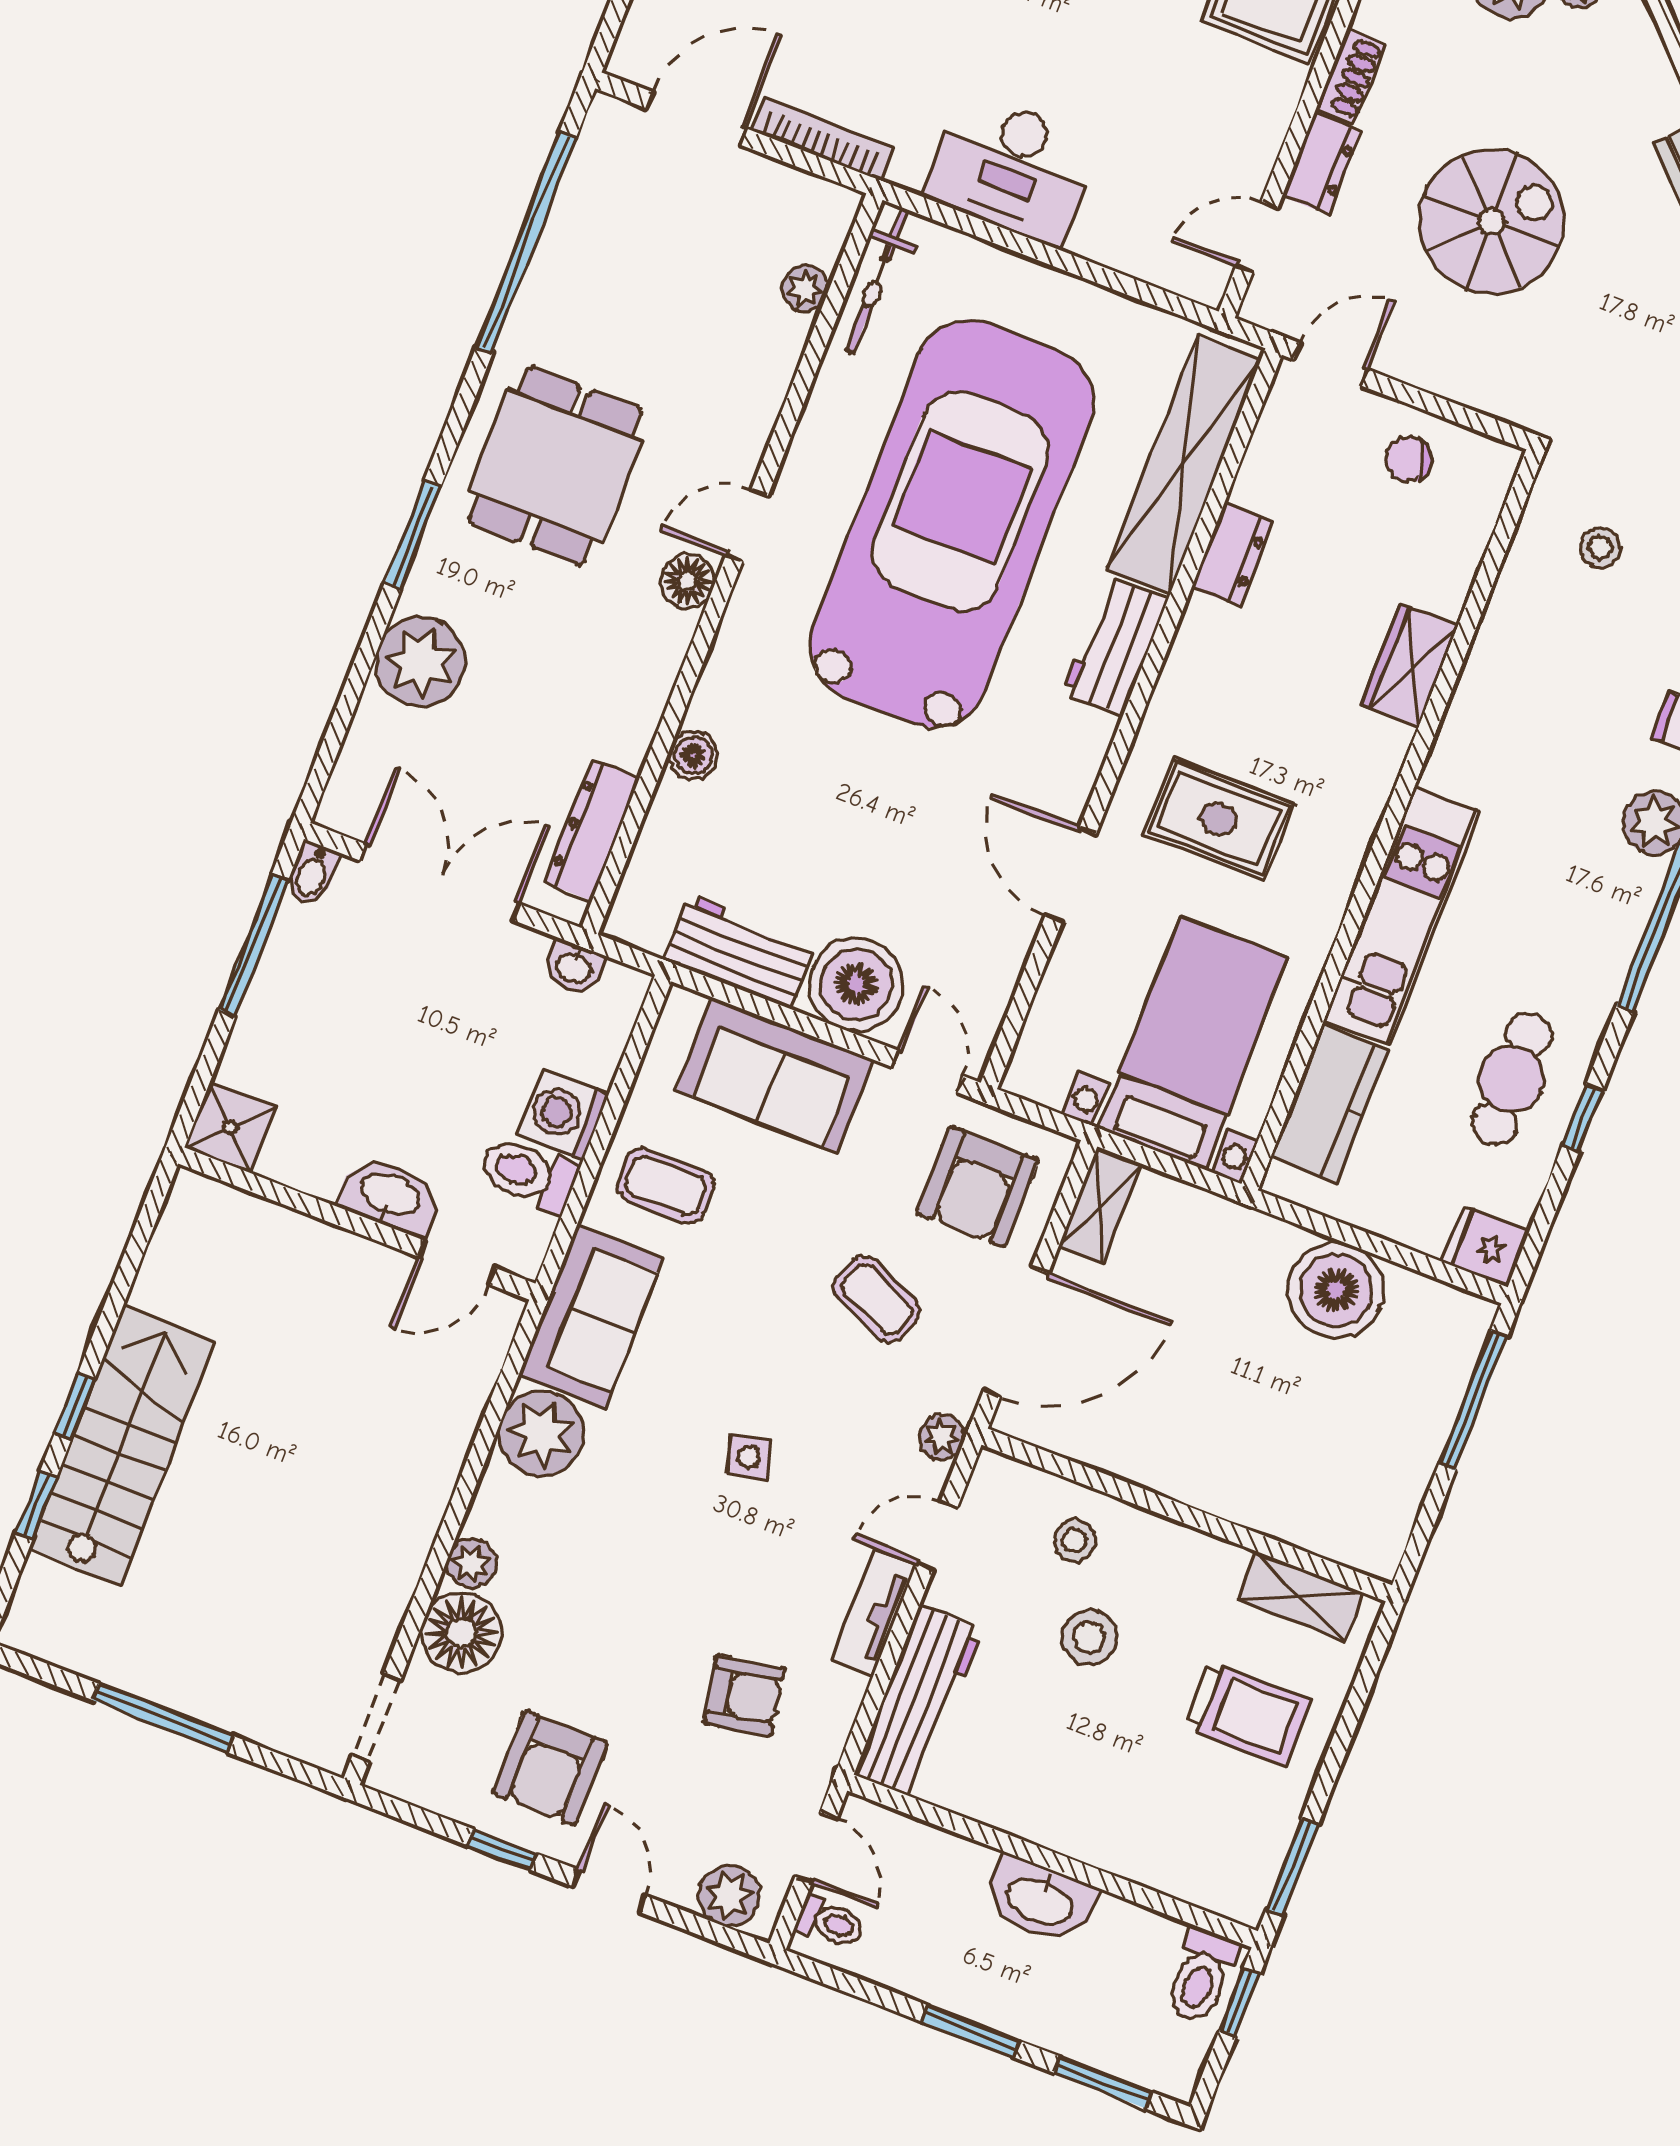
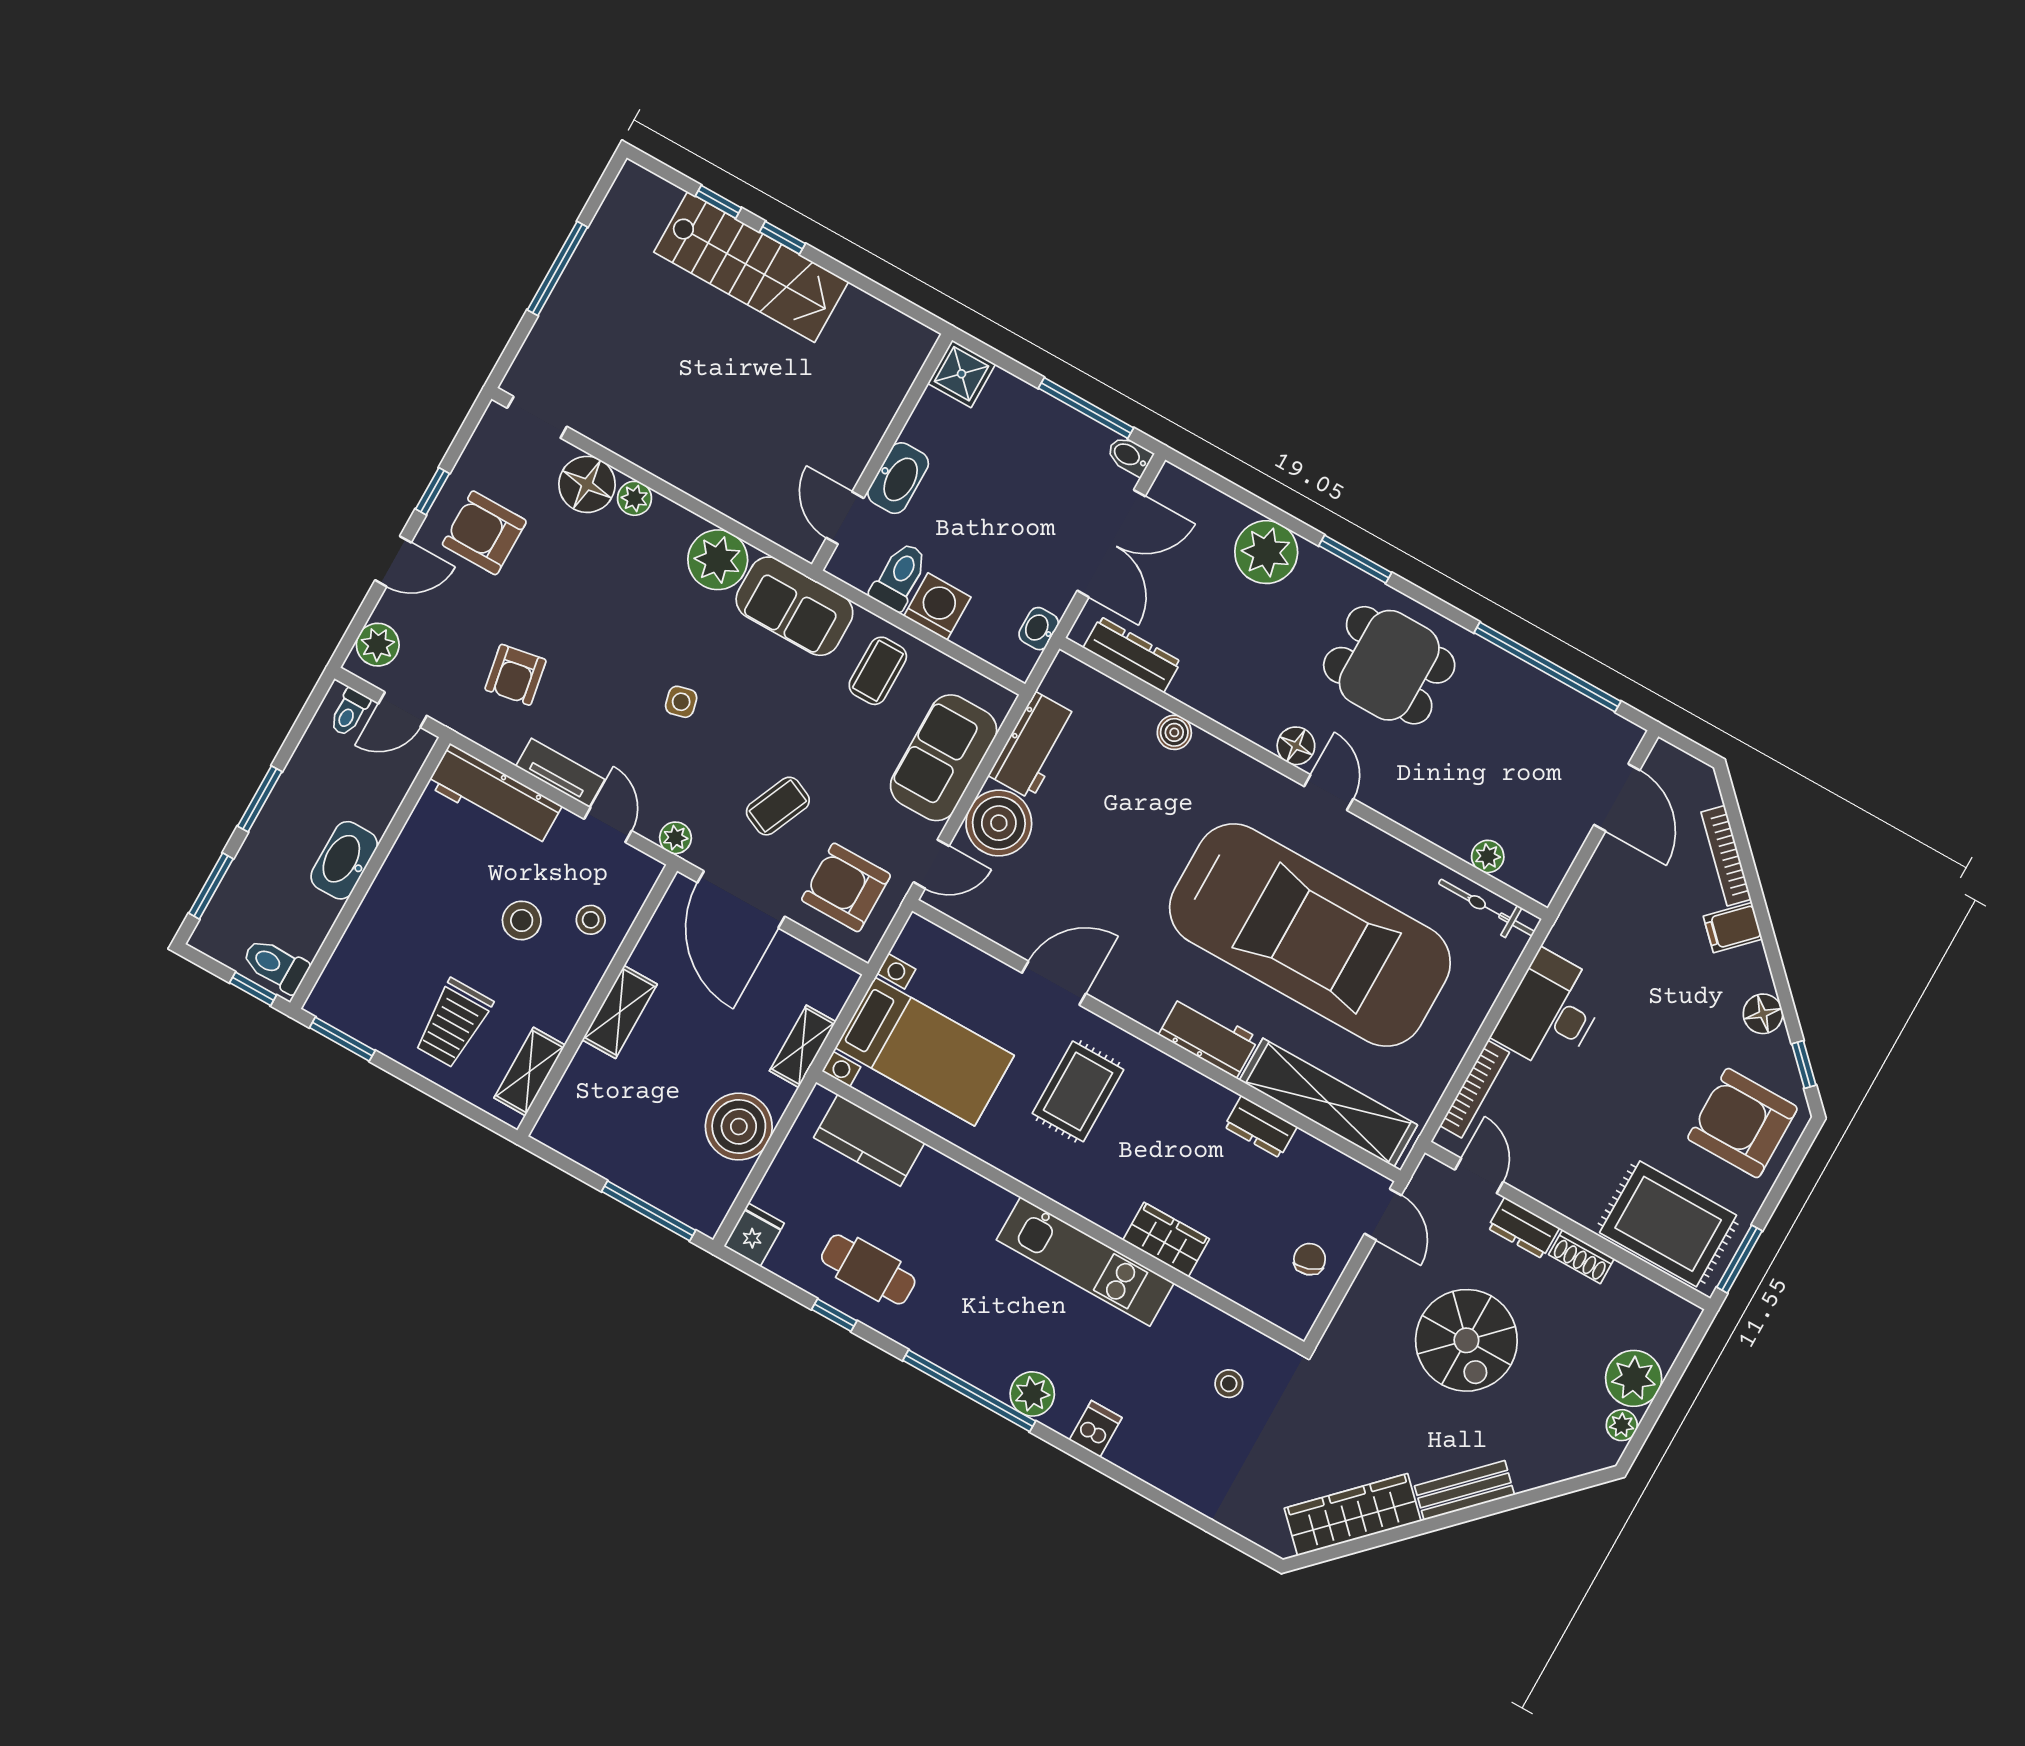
bookcase: (822, 139) -> (1475, 1089), moved
kitchen unit: (1402, 916) -> (1085, 1261), moved
shelving: (1100, 1205) -> (803, 1046), moved, turned 90
shelving: (1199, 1481) -> (620, 1012), added

